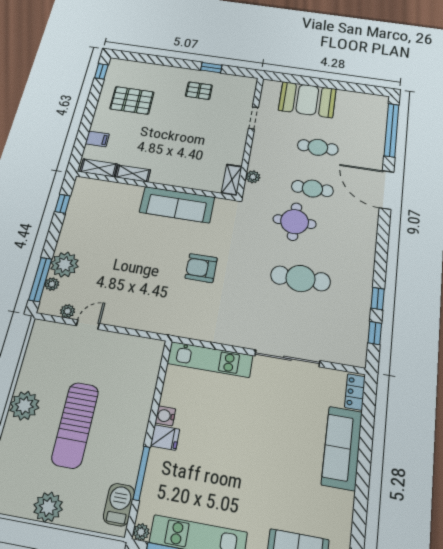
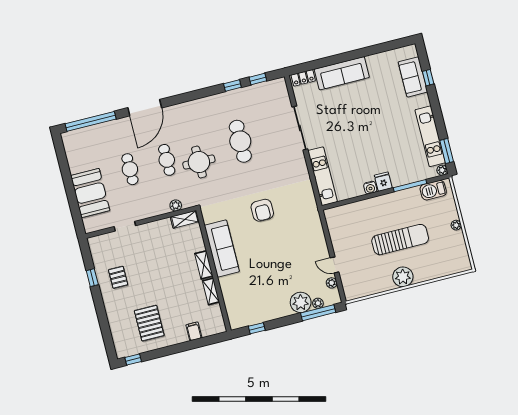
shelving: (99, 168) -> (204, 265), moved
plant: (48, 507) -> (456, 225), width x0.53, depth x0.53

